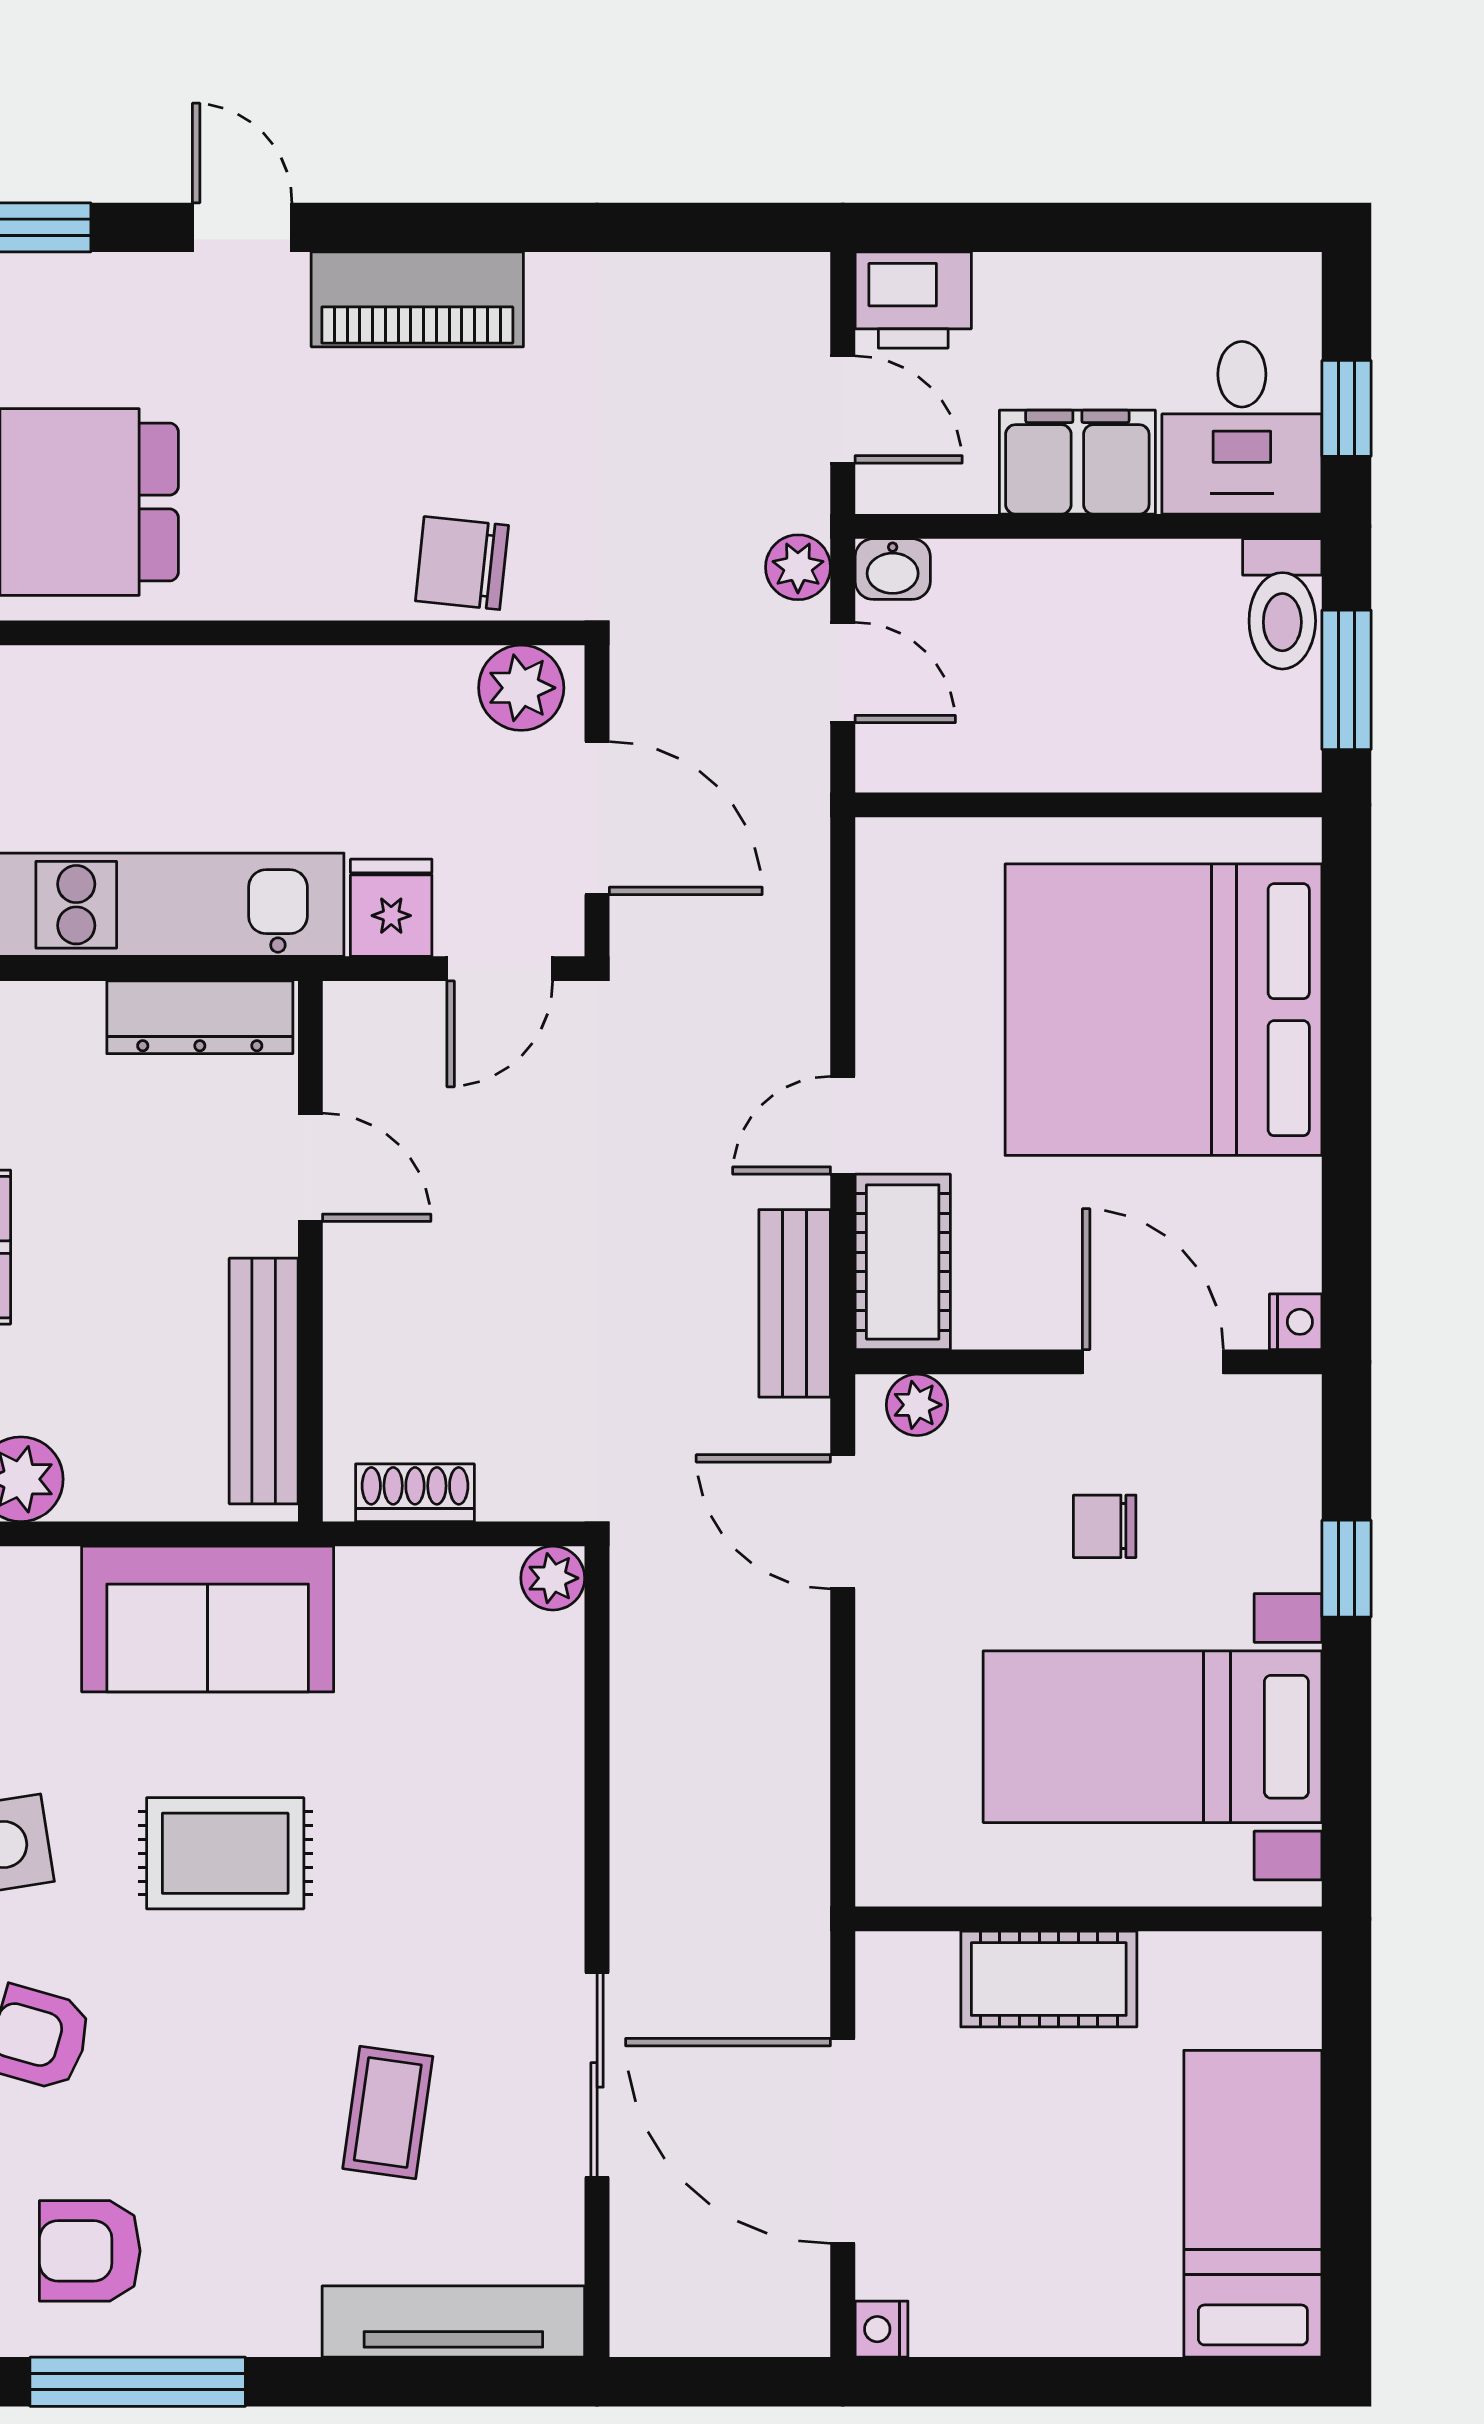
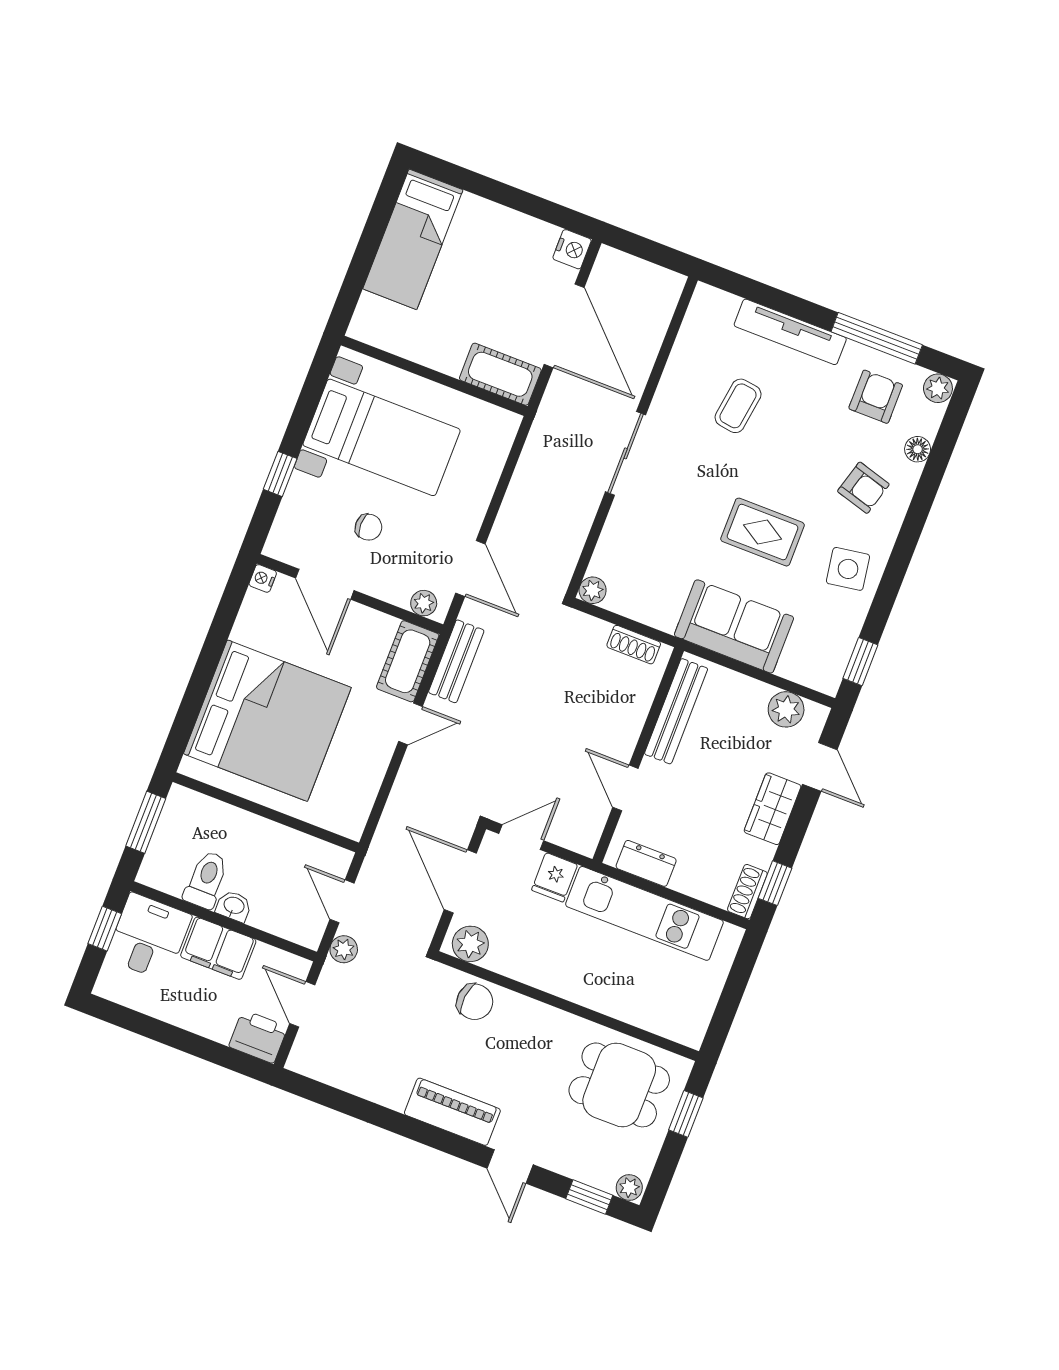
washbasin: (893, 569) -> (234, 906), moved
toilet: (1282, 604) -> (206, 880), moved
dresser: (200, 1017) -> (646, 863), width x0.70
cot: (1049, 1979) -> (500, 374), moved
sliding door: (597, 2075) -> (626, 453), moved
armchair: (90, 2251) -> (876, 397), turned -90
tv unit: (453, 2322) -> (790, 332), moved
nightstand: (881, 2329) -> (572, 249), width x1.39, depth x1.35

